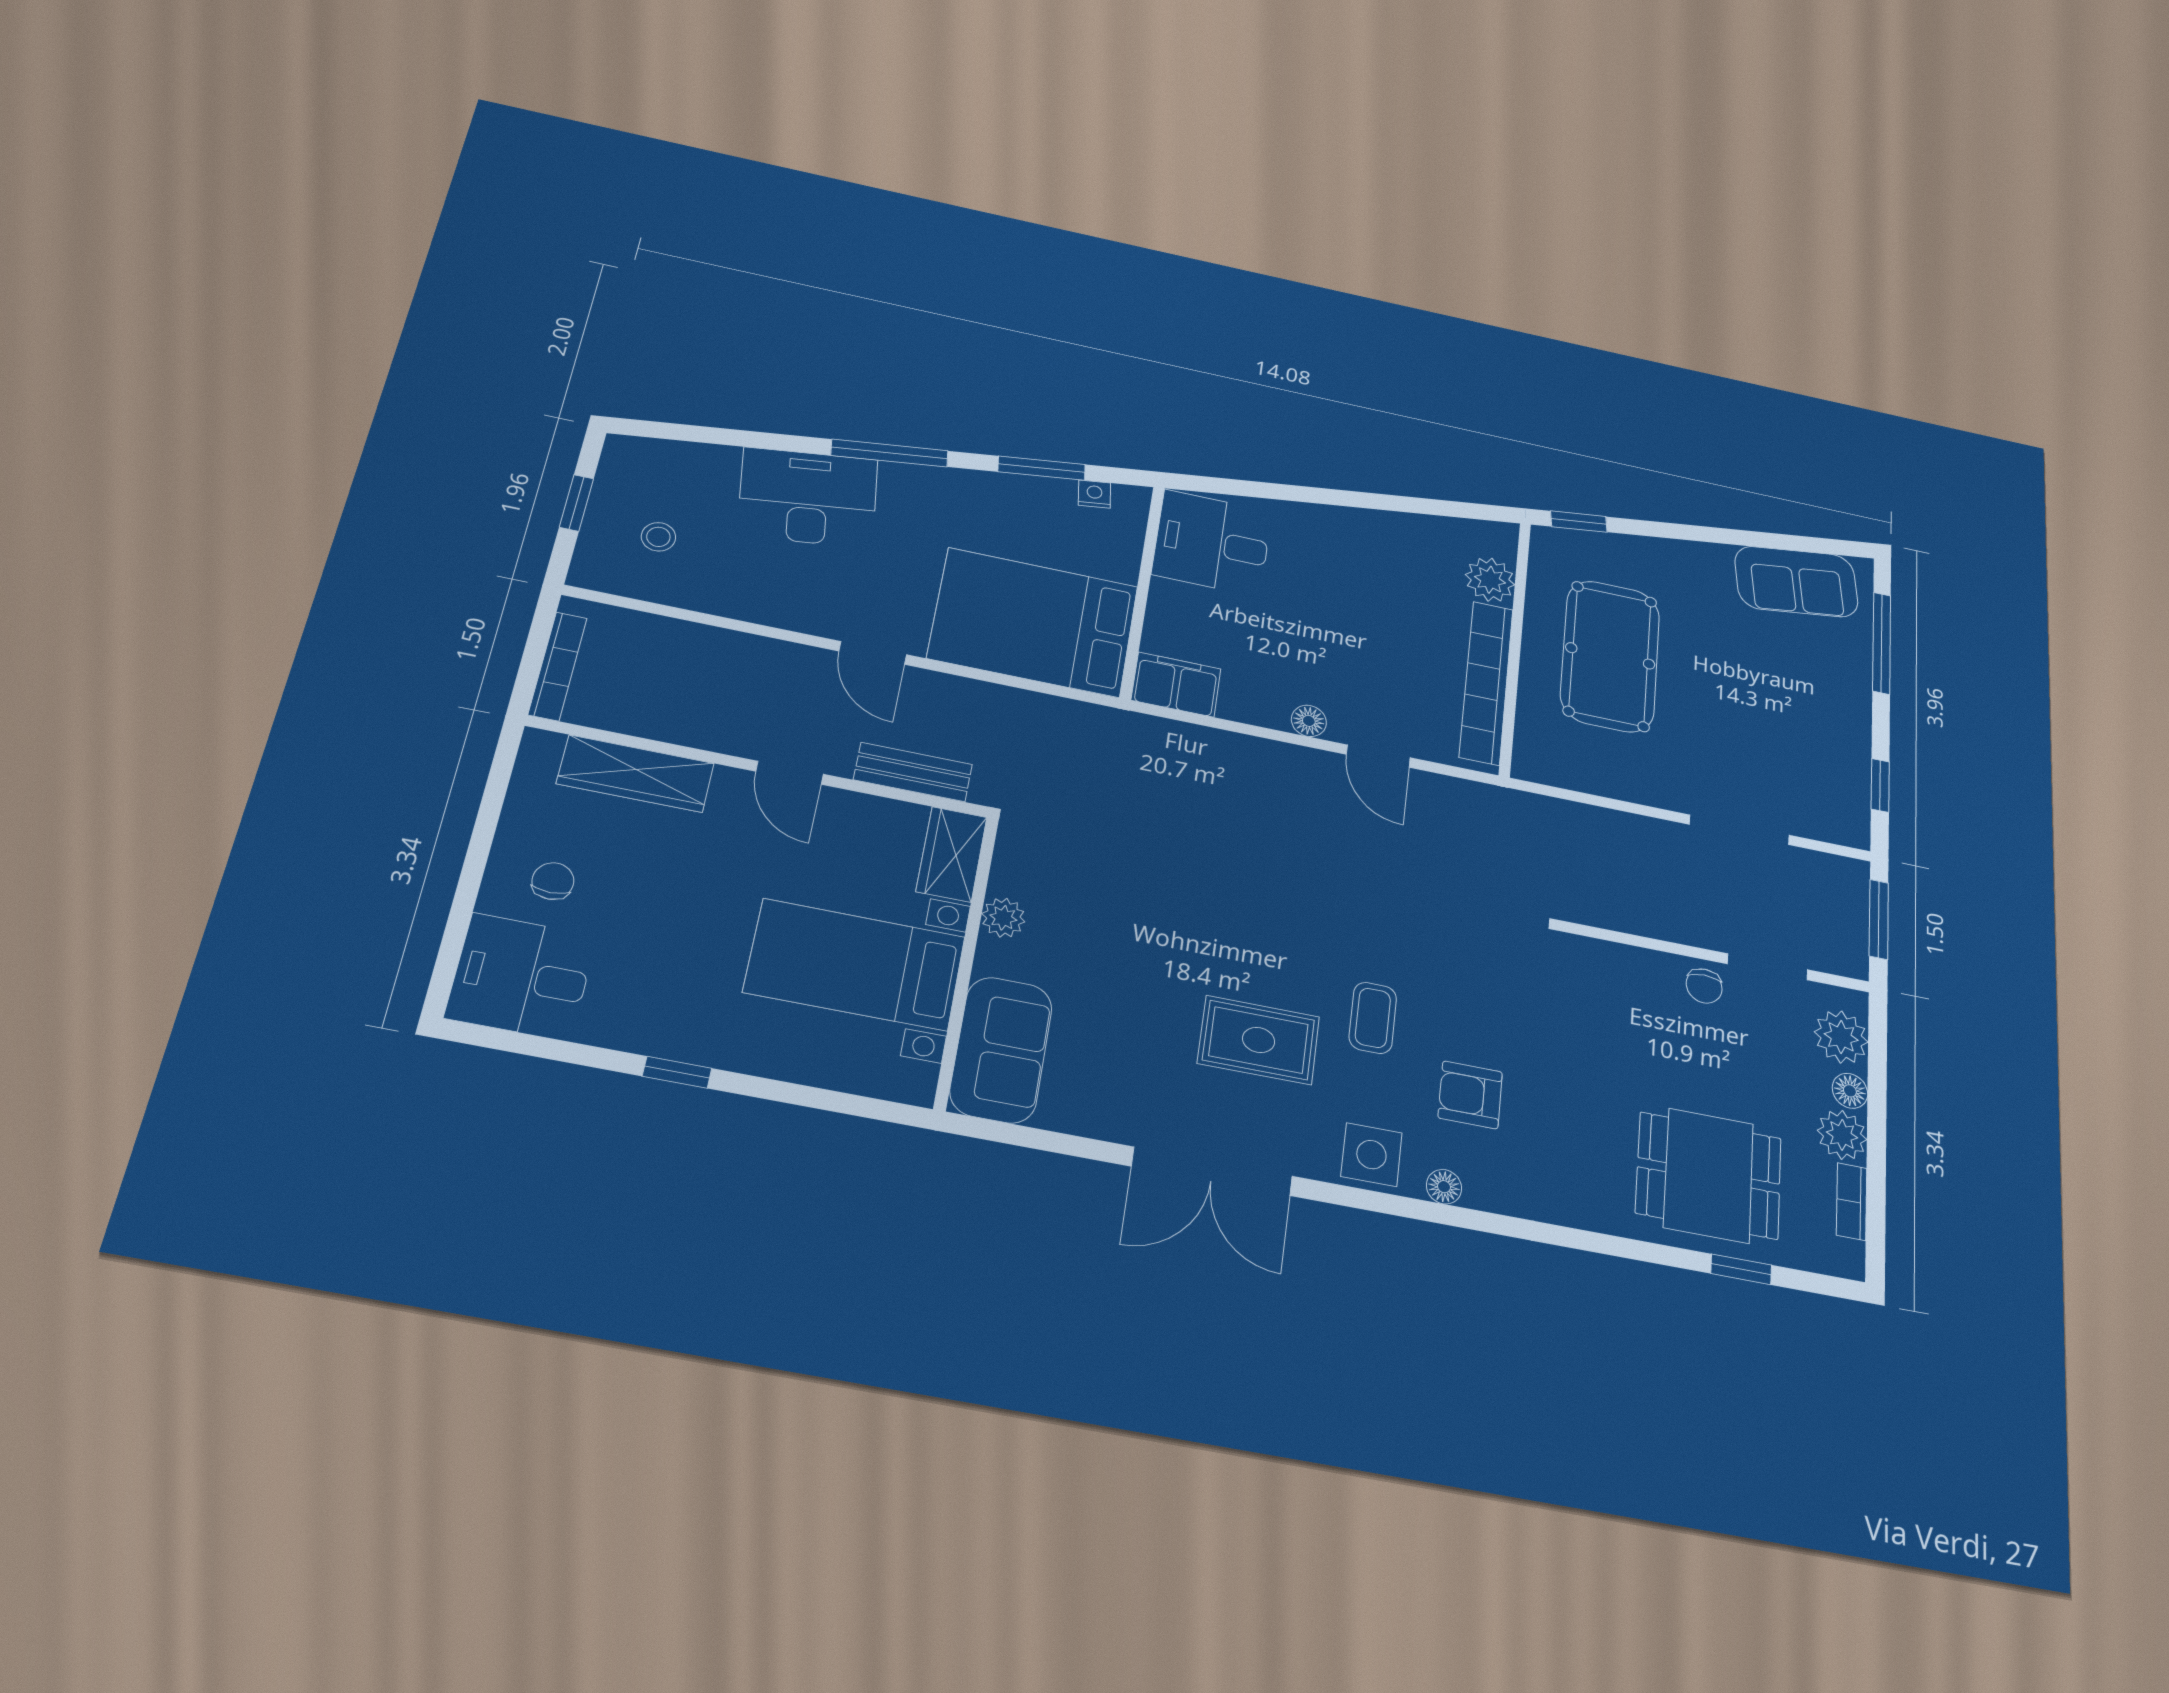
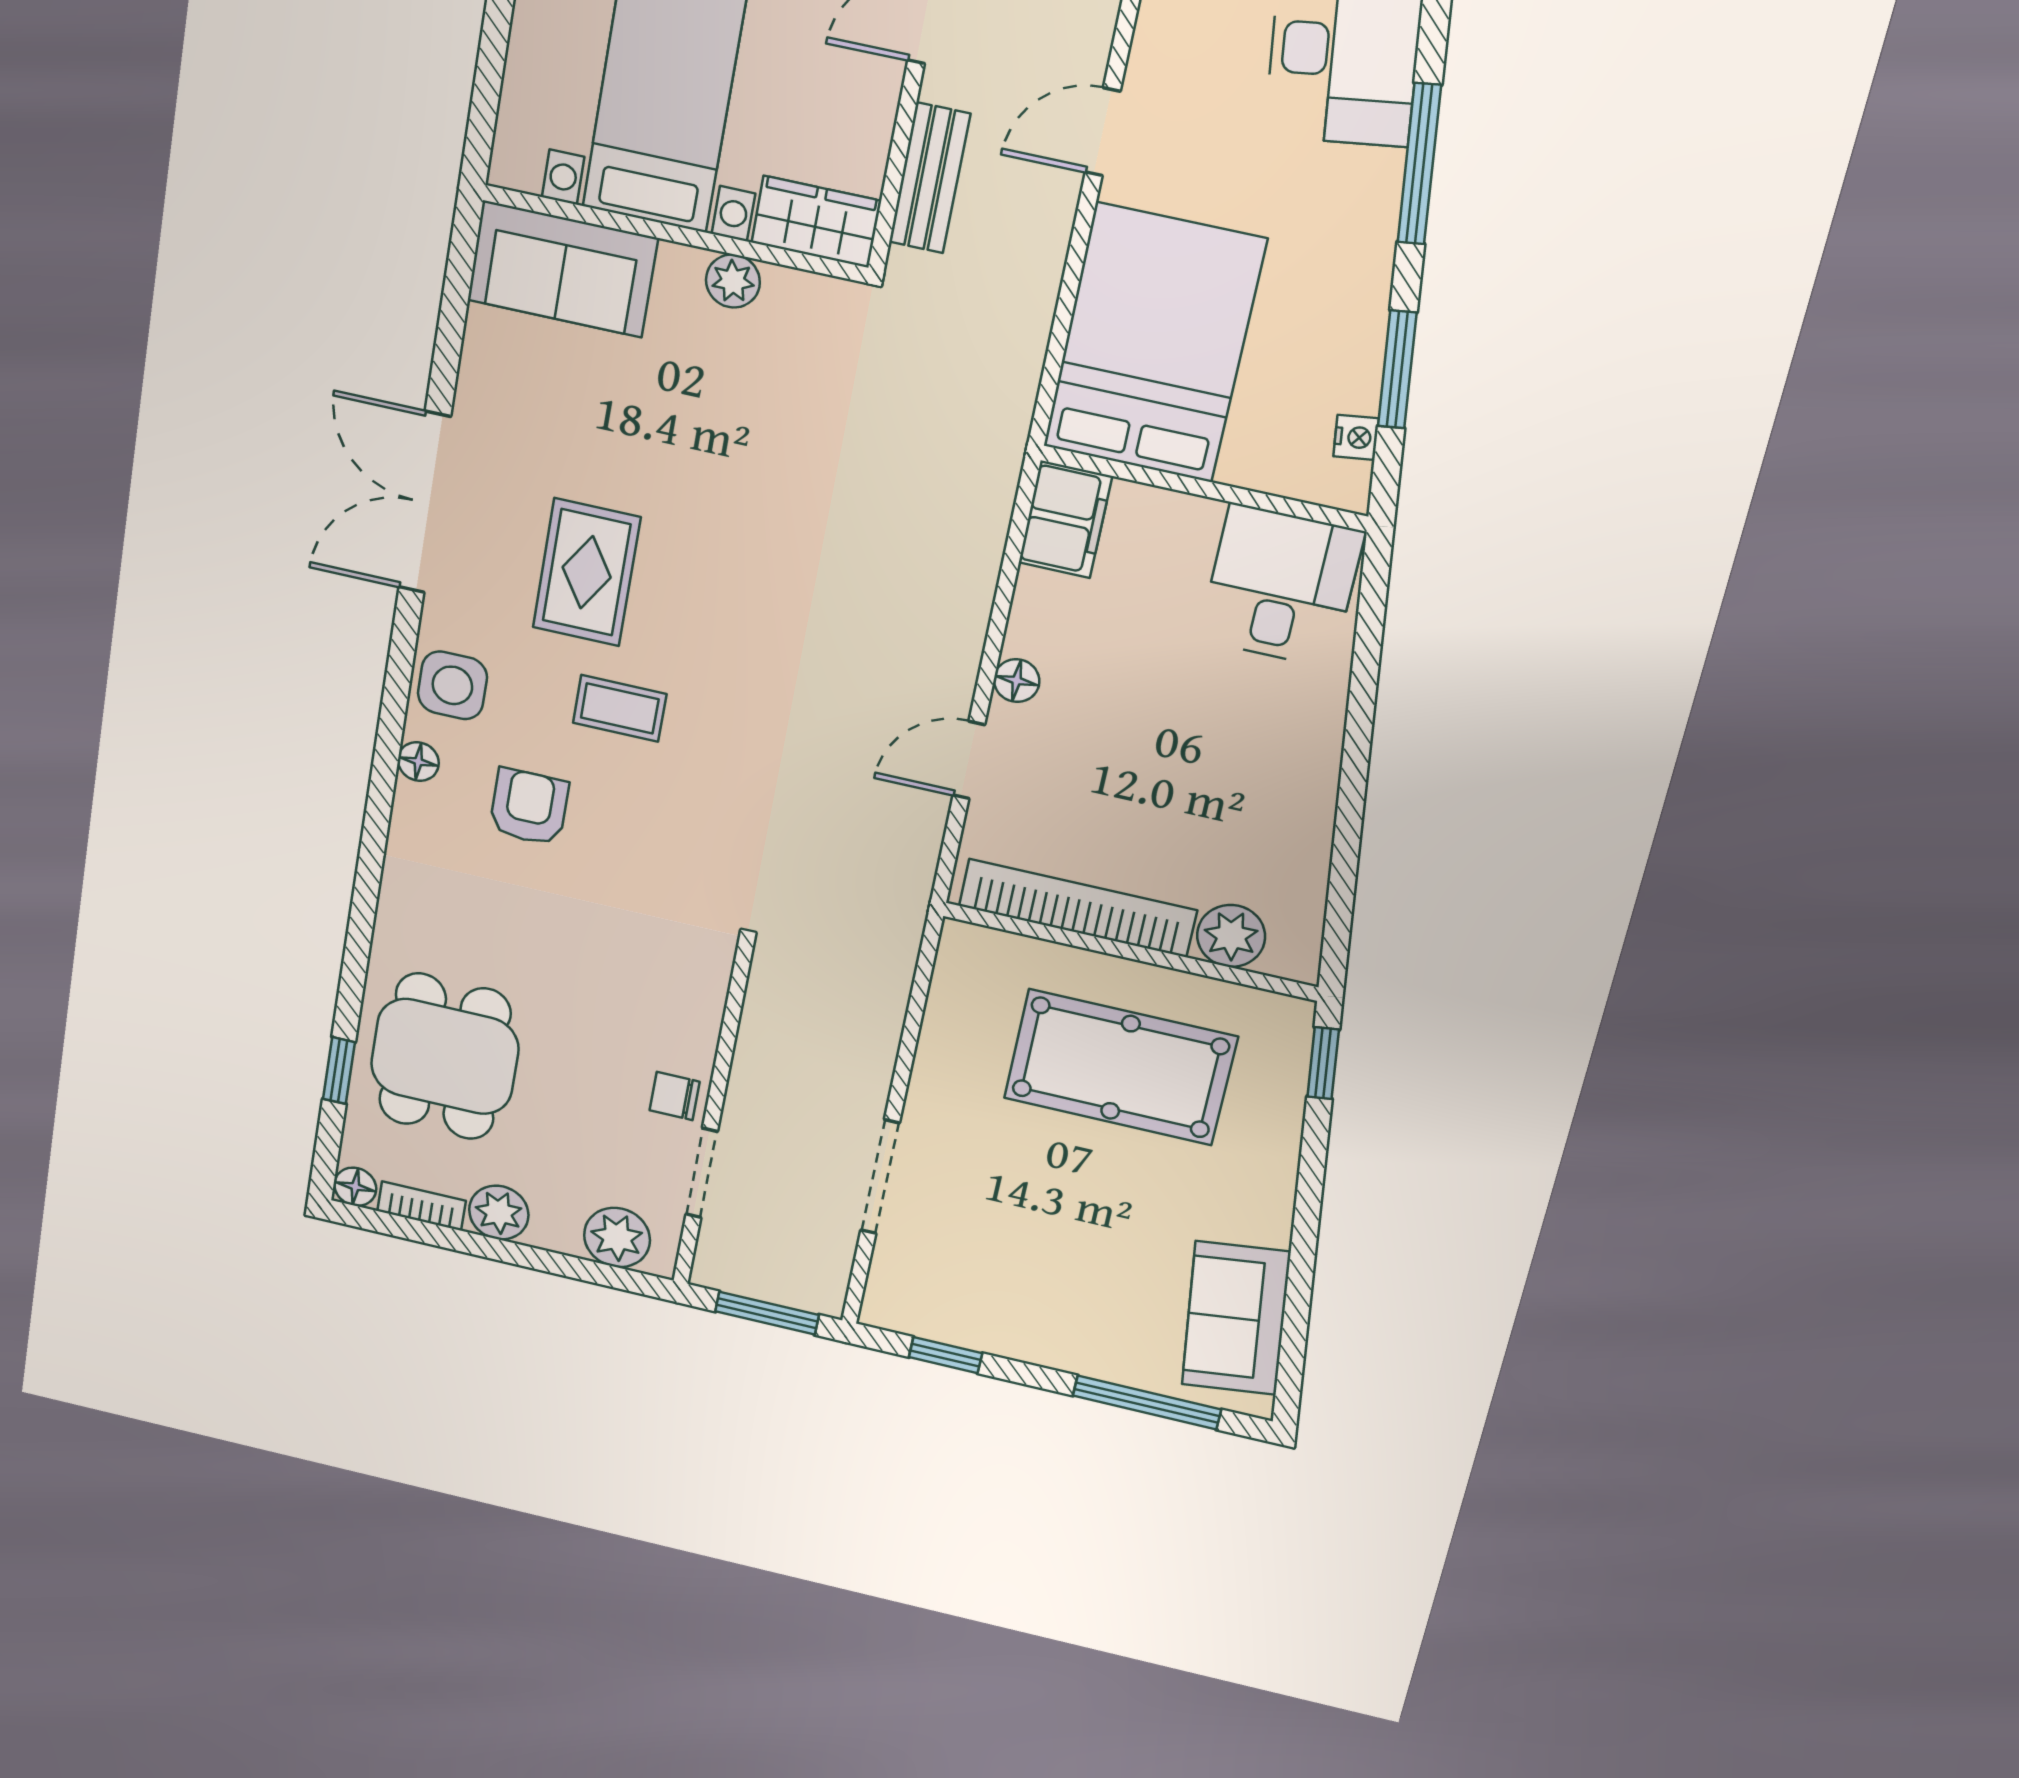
floor lamp: (1850, 1091) -> (355, 1187), moved

